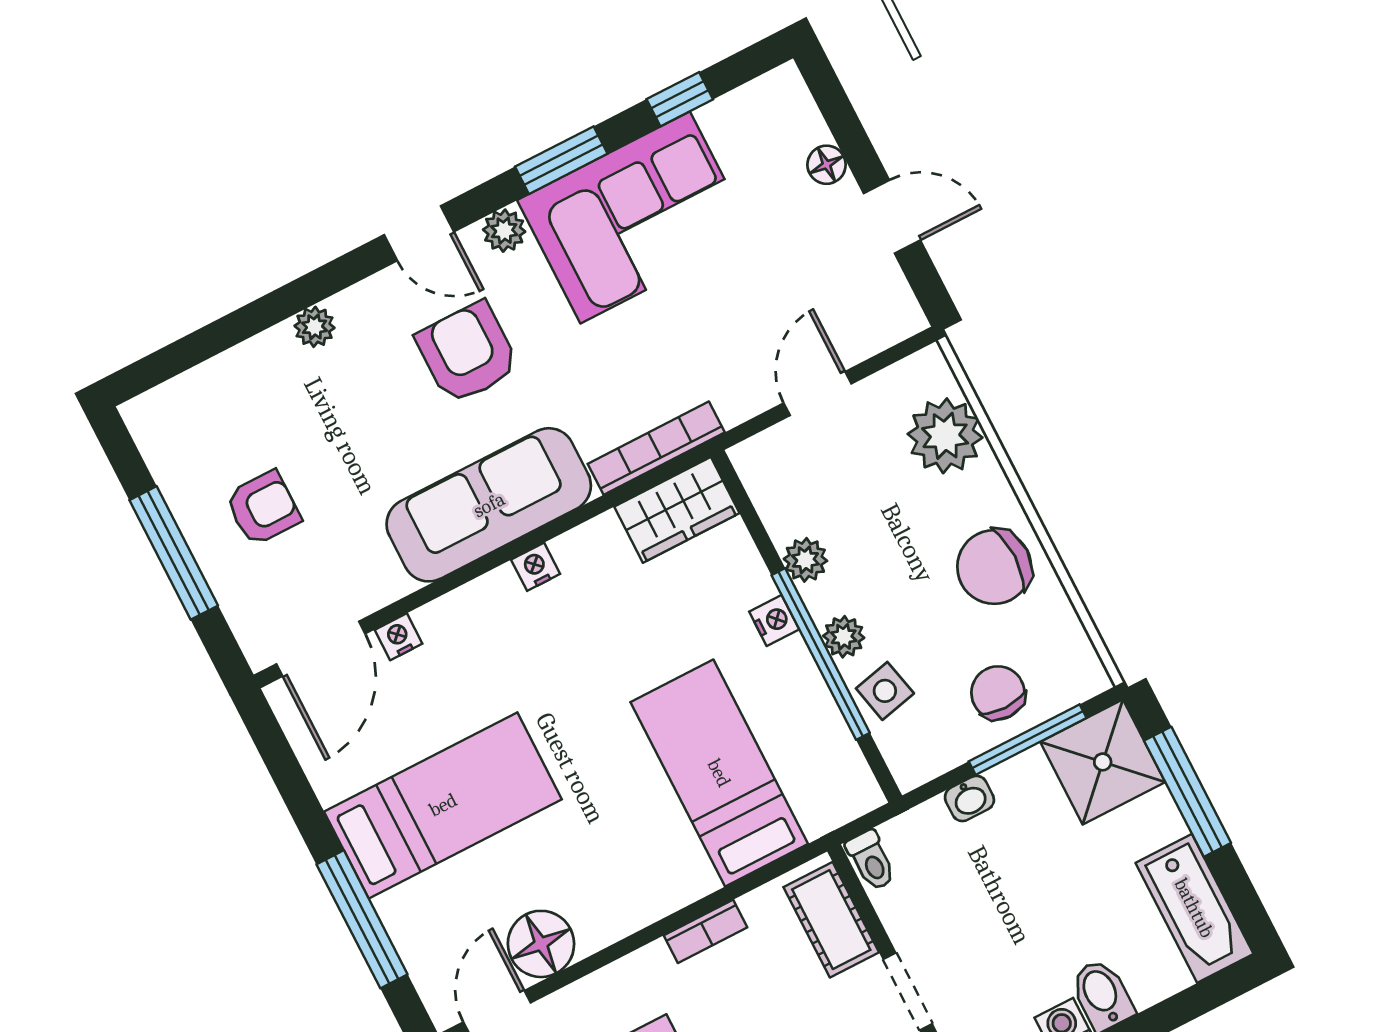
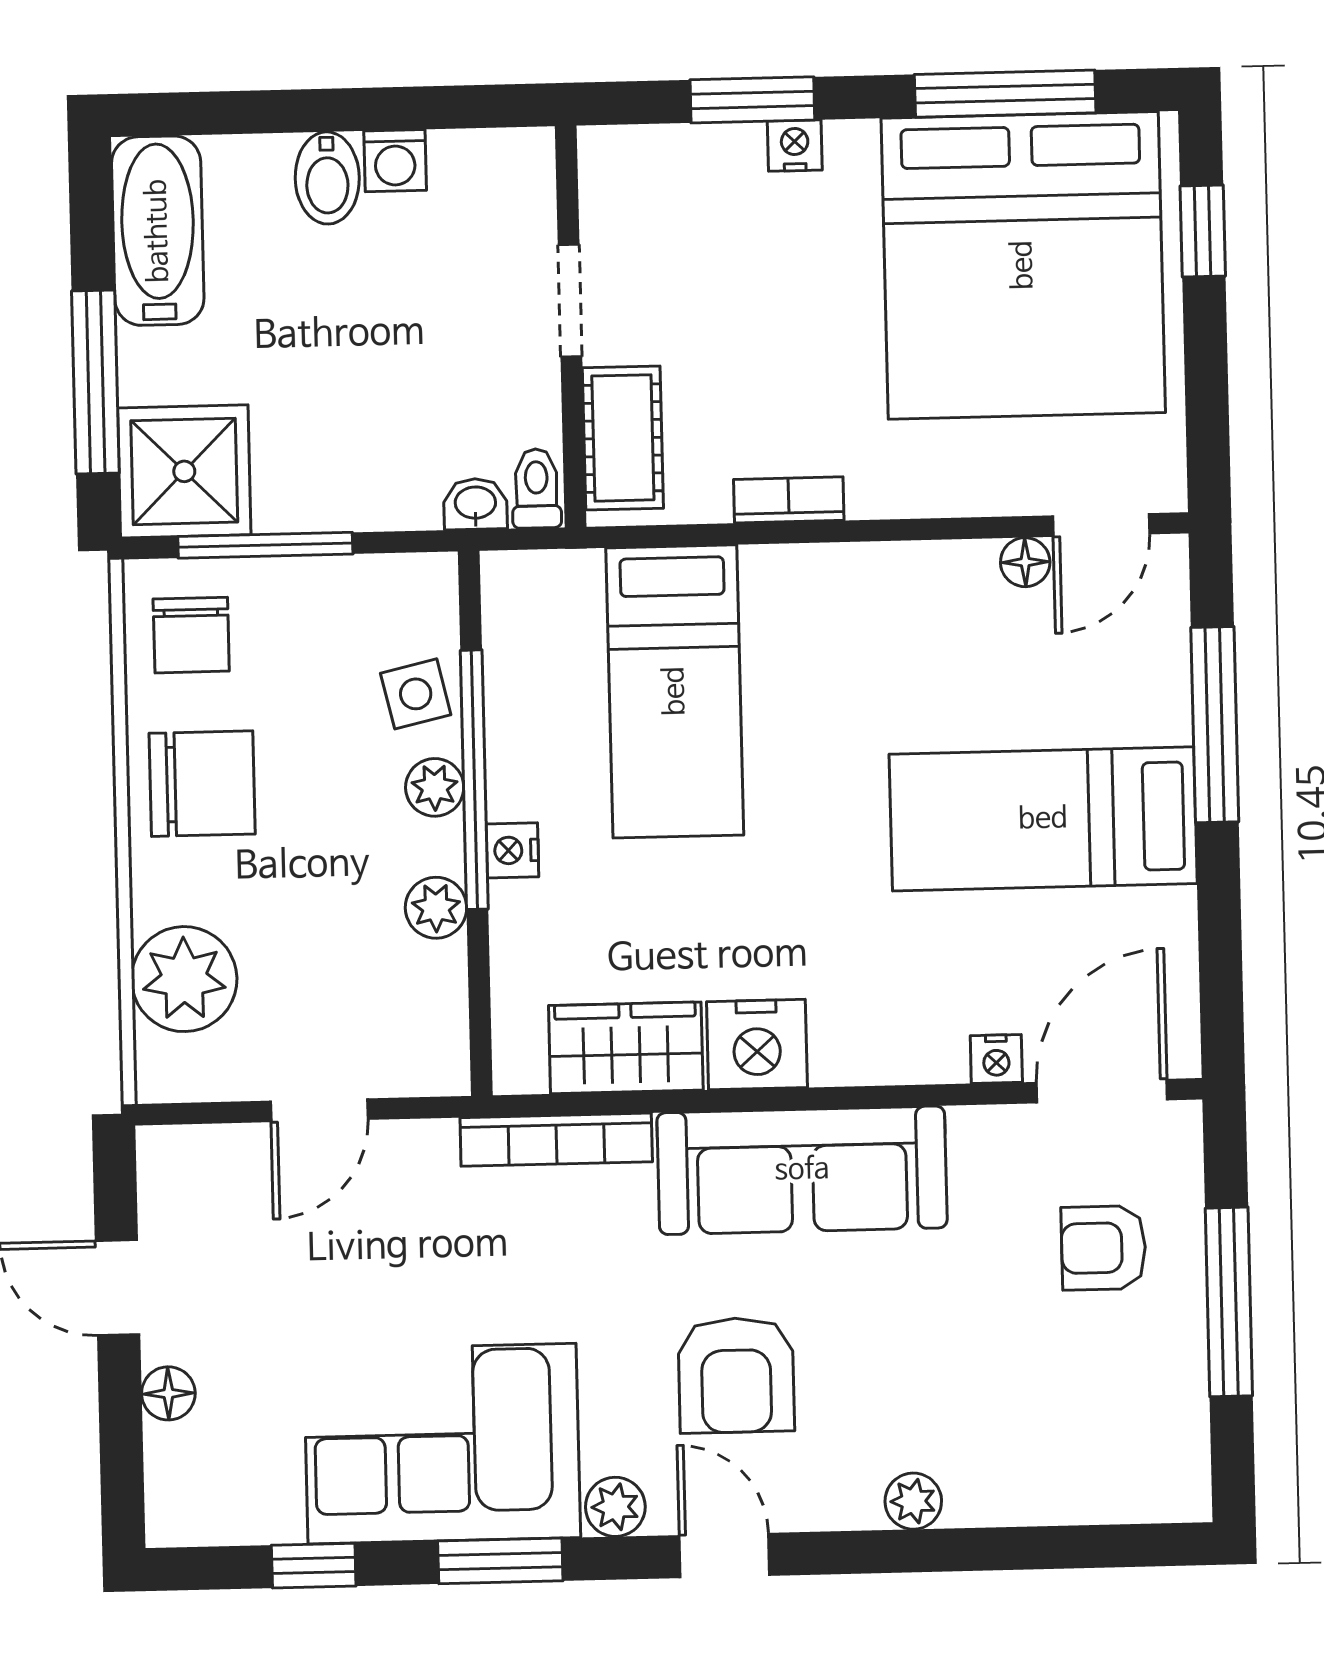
armchair: (263, 508) -> (1103, 1248), moved
wardrobe: (677, 510) -> (626, 1048), moved
nightstand: (536, 567) -> (757, 1045), width x1.89, depth x1.79
chair: (998, 693) -> (191, 635), moved
washbasin: (969, 799) -> (475, 504), moved
floor lamp: (541, 944) -> (1025, 562), width x0.53, depth x0.53

